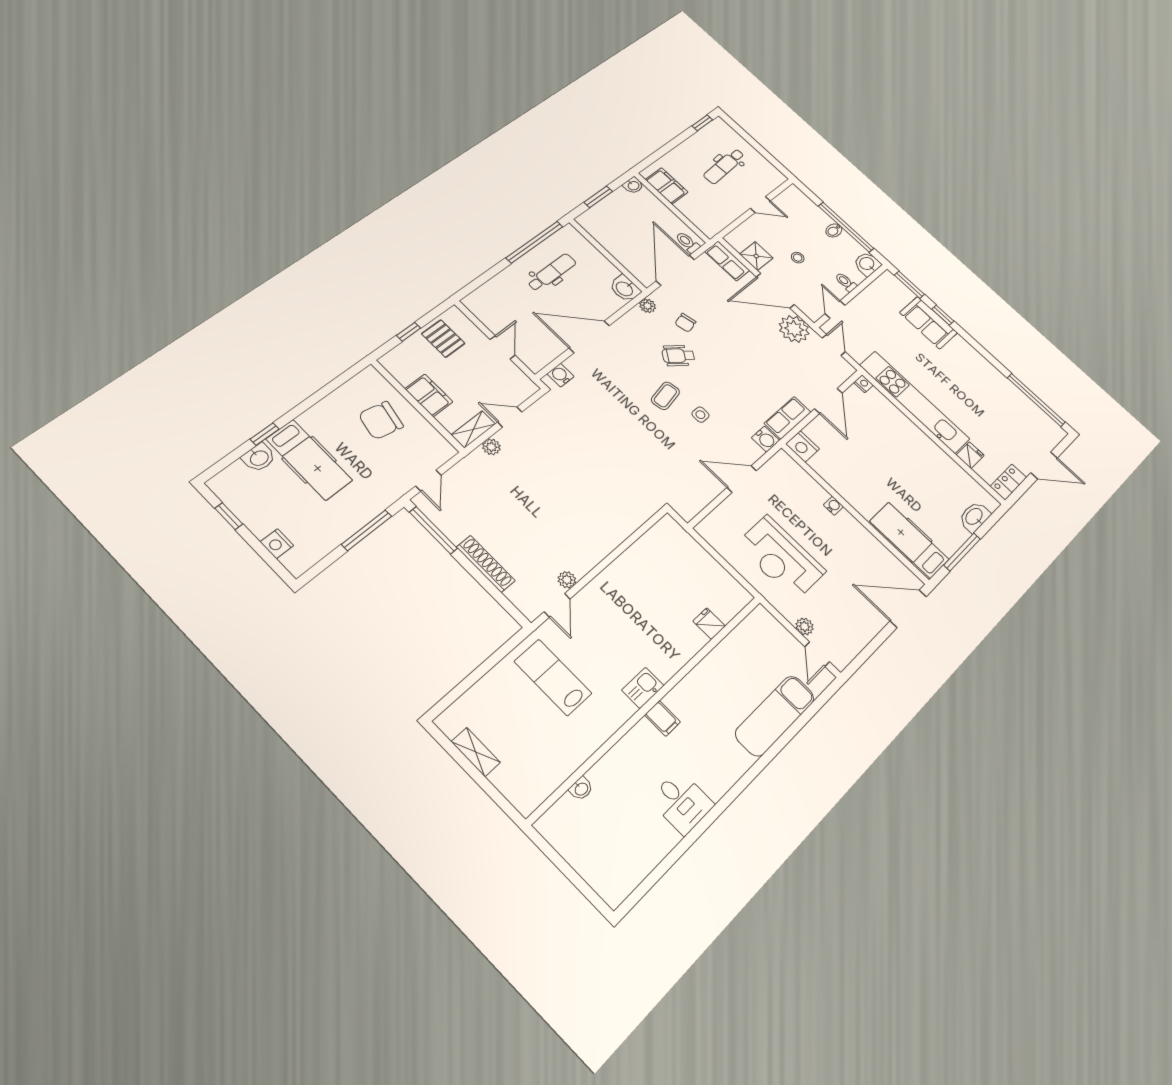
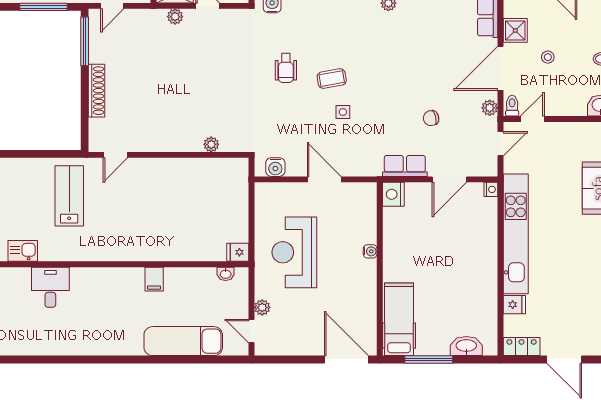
toilet: (846, 282) -> (512, 106), moved
door: (775, 291) -> (500, 68), hinge flipped
chair: (685, 323) -> (431, 118), moved
plant: (794, 329) -> (490, 108), width x0.53, depth x0.53
wheelchair: (678, 356) -> (286, 68), moved, turned -126
water cooler: (766, 439) -> (275, 167), moved
plant: (567, 580) -> (211, 144), moved
fridge: (709, 624) -> (238, 252), moved, turned -90
door: (817, 654) -> (251, 331), hinge flipped
kitchen sink: (643, 688) -> (23, 251), moved
filing cabinet: (662, 718) -> (154, 279), moved
washbasin: (581, 789) -> (226, 274), moved
desk: (682, 802) -> (50, 287), moved, turned 180

